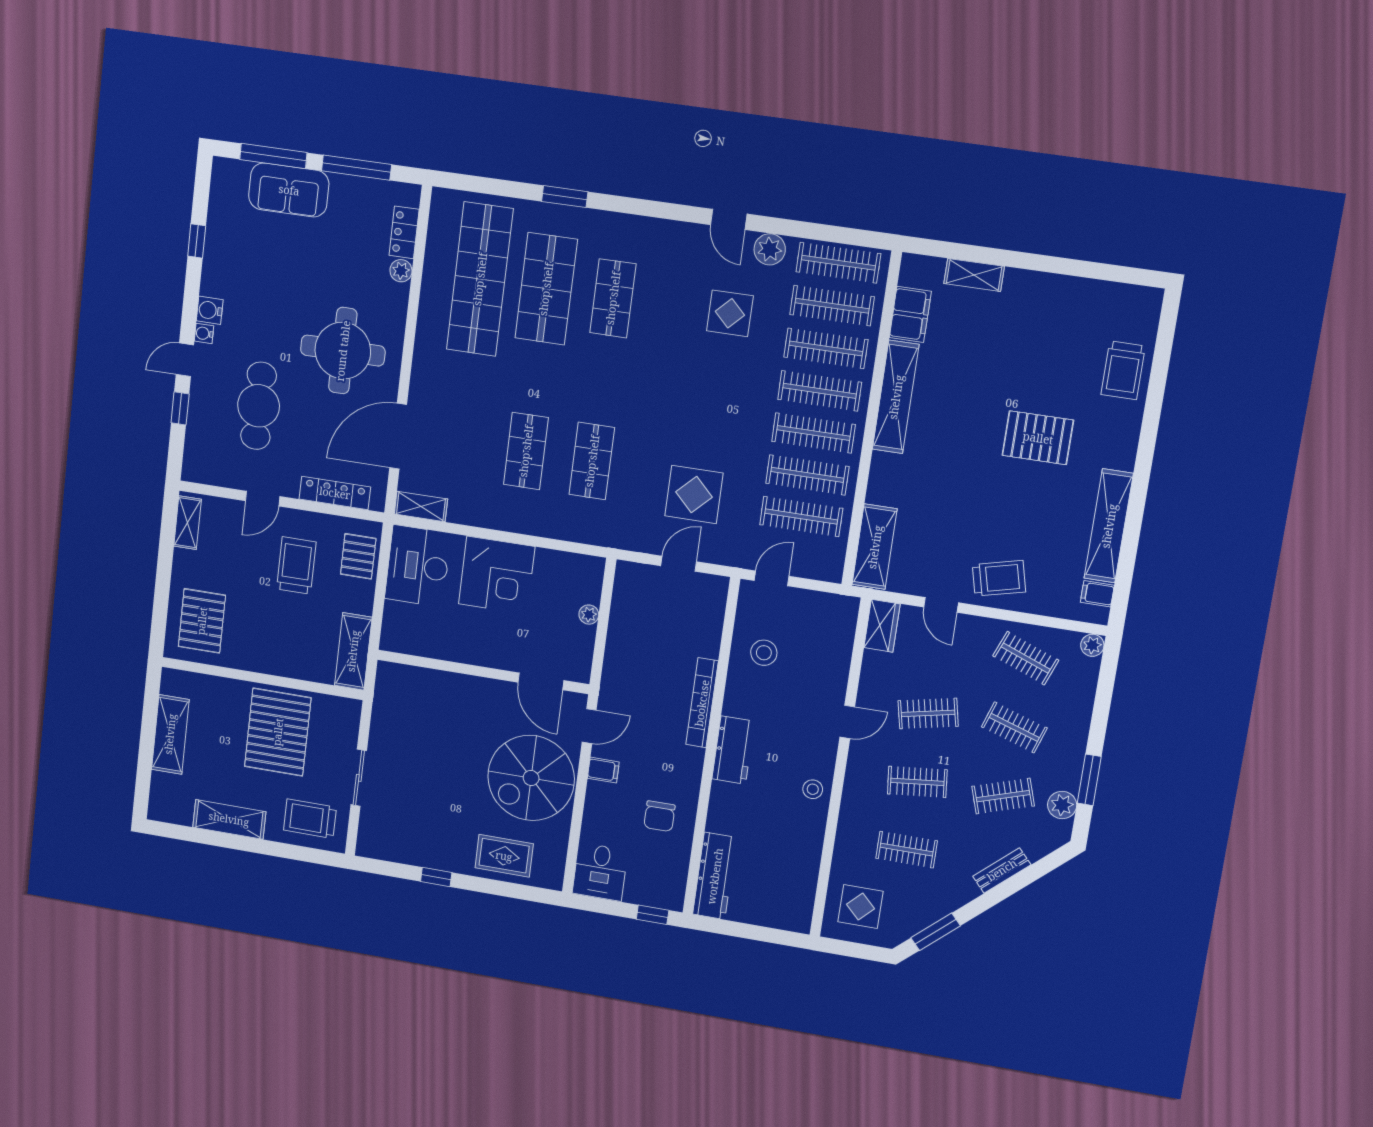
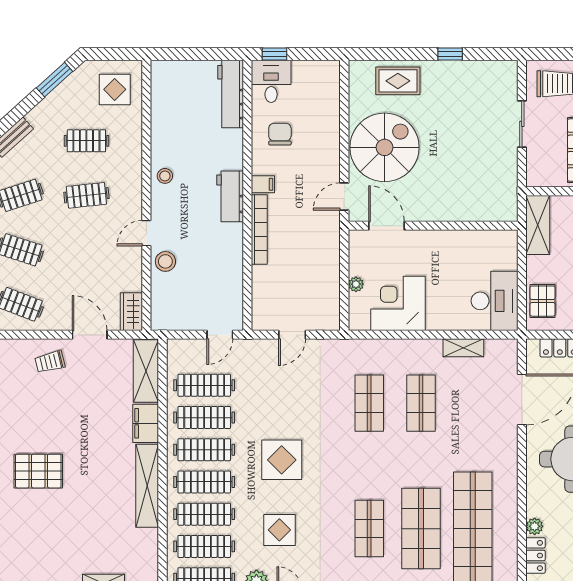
filing cabinet: (910, 314) -> (146, 423), moved
display table: (694, 494) -> (282, 460), moved
shelving: (421, 506) -> (463, 348), moved
corner desk: (497, 575) -> (398, 303), moved
trolley: (999, 578) -> (50, 362), width x0.73, depth x0.72
door: (941, 605) -> (90, 335), width x1.38
stool: (764, 653) -> (165, 261), moved
clothes rail: (928, 713) -> (86, 250), removed
filing cabinet: (603, 770) -> (263, 184), moved, turned 180
desk: (600, 872) -> (271, 81), moved

